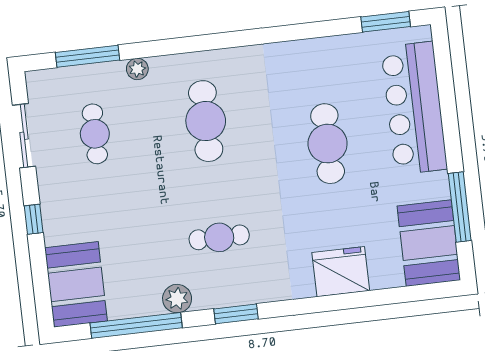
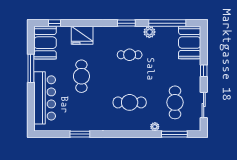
window: (386, 22) -> (80, 134), moved
cafe table: (206, 121) -> (130, 102), turned 90
cafe table: (95, 134) -> (175, 102), width x1.37, depth x1.35
cafe table: (328, 144) -> (81, 76), moved
window: (460, 207) -> (31, 68), moved
window: (411, 294) -> (55, 23), added

